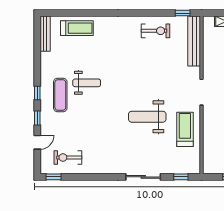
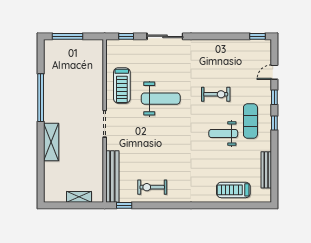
bench: (45, 34) -> (266, 170), moved
exercise bike: (68, 157) -> (216, 94), moved

